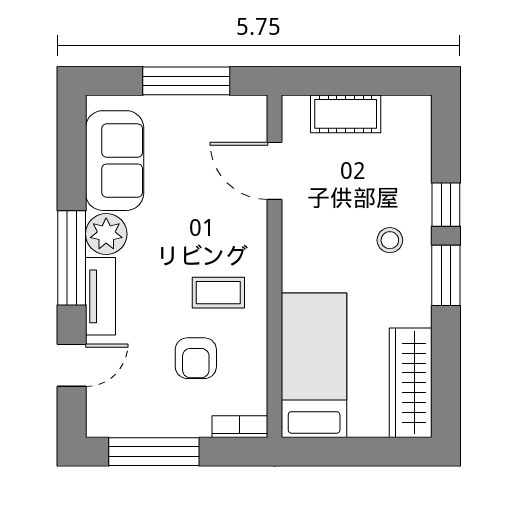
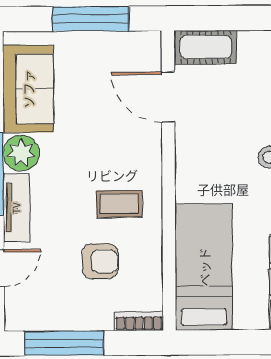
cot: (346, 114) -> (206, 47), moved
armchair: (196, 358) -> (100, 261), turned -90

